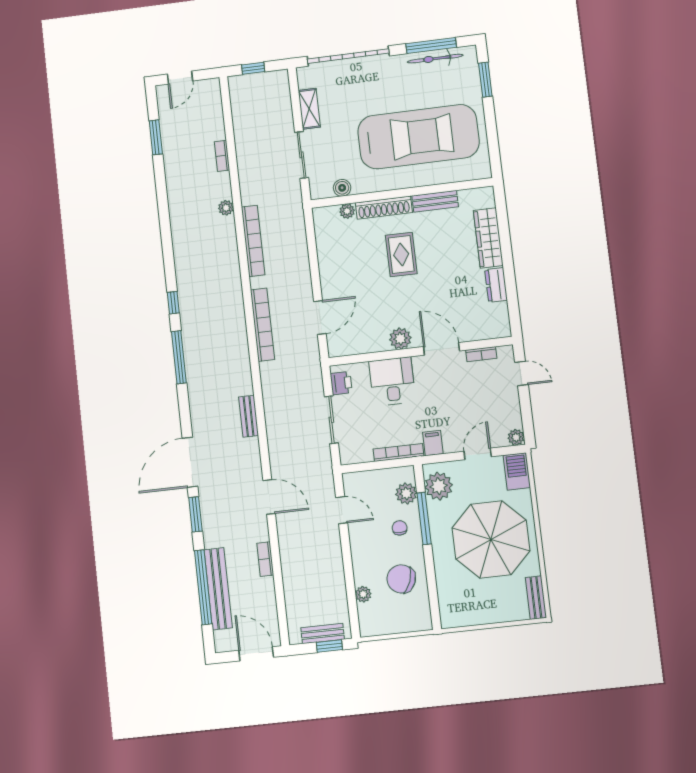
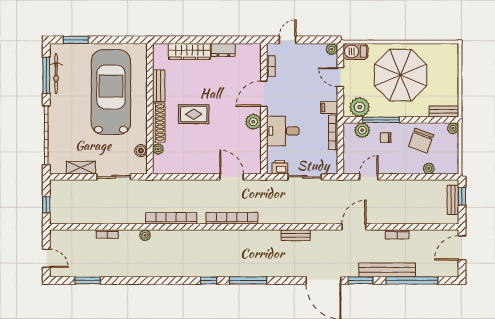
bench: (218, 589) -> (387, 270), moved
bench: (536, 598) -> (444, 111), moved
plant: (424, 623) -> (453, 128), added

